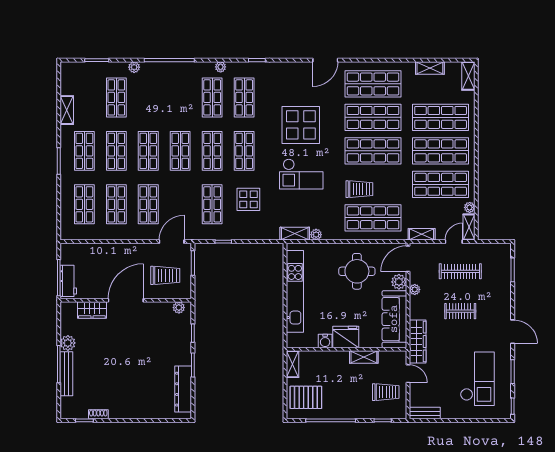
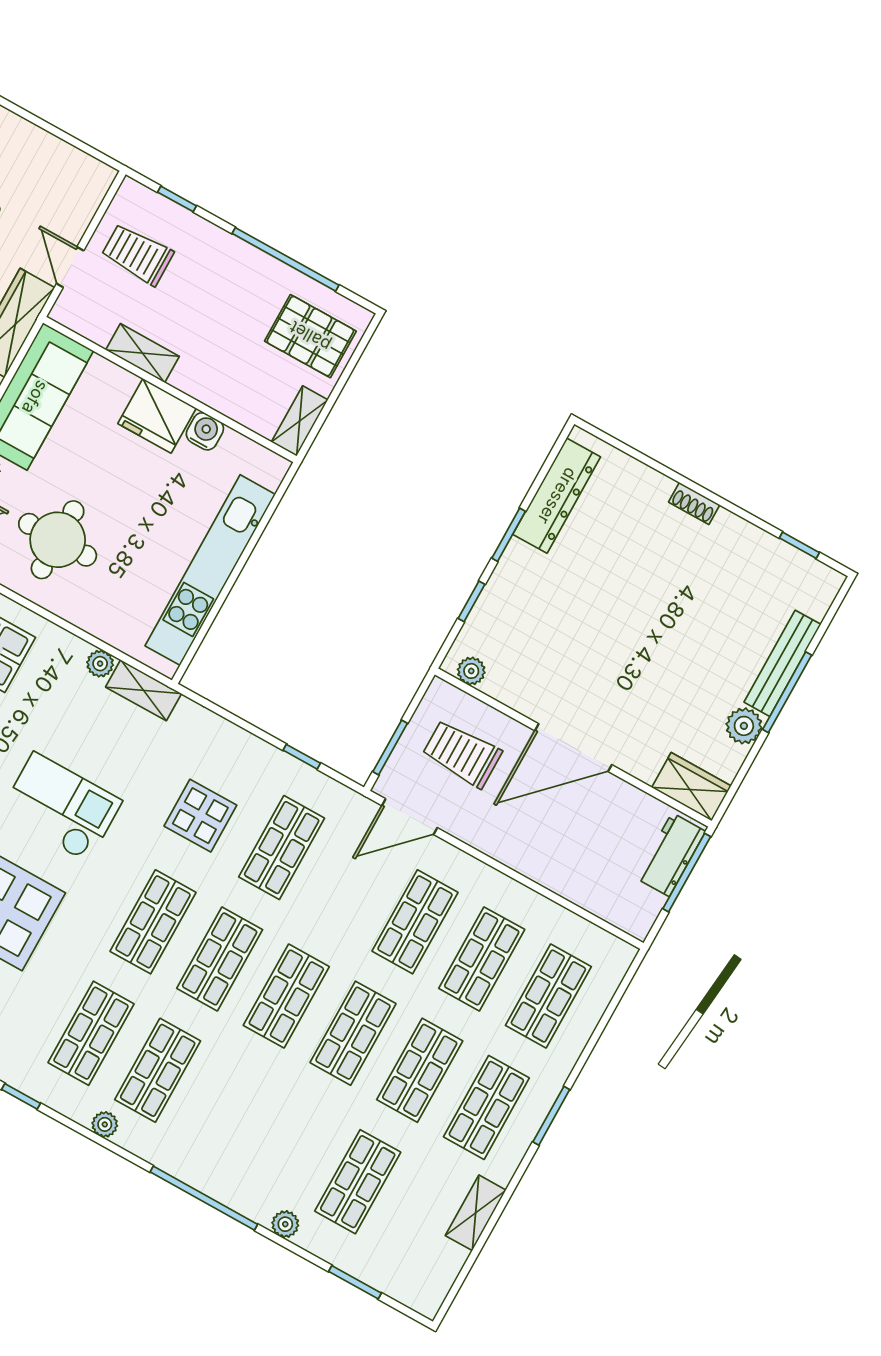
wardrobe: (92, 310) -> (691, 787), moved
bench: (425, 413) -> (81, 165), removed
shoe rack: (98, 414) -> (694, 503), moved

